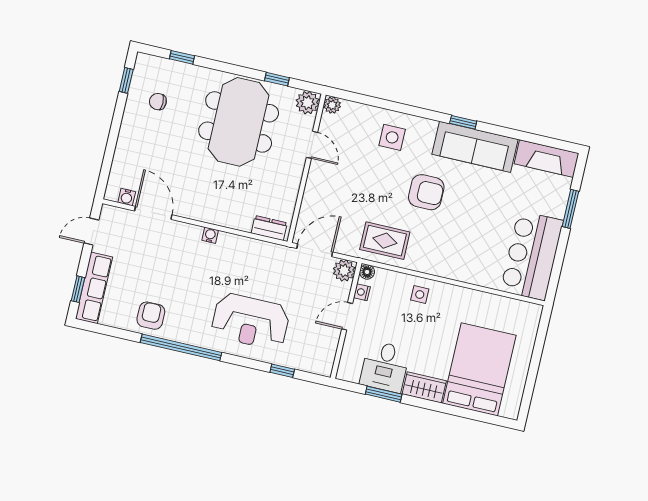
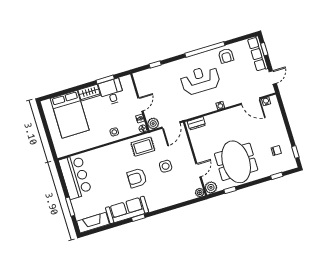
side table: (392, 137) -> (166, 166), moved
door: (312, 145) -> (198, 170), swing flipped
reception desk: (250, 321) -> (200, 80), moved

